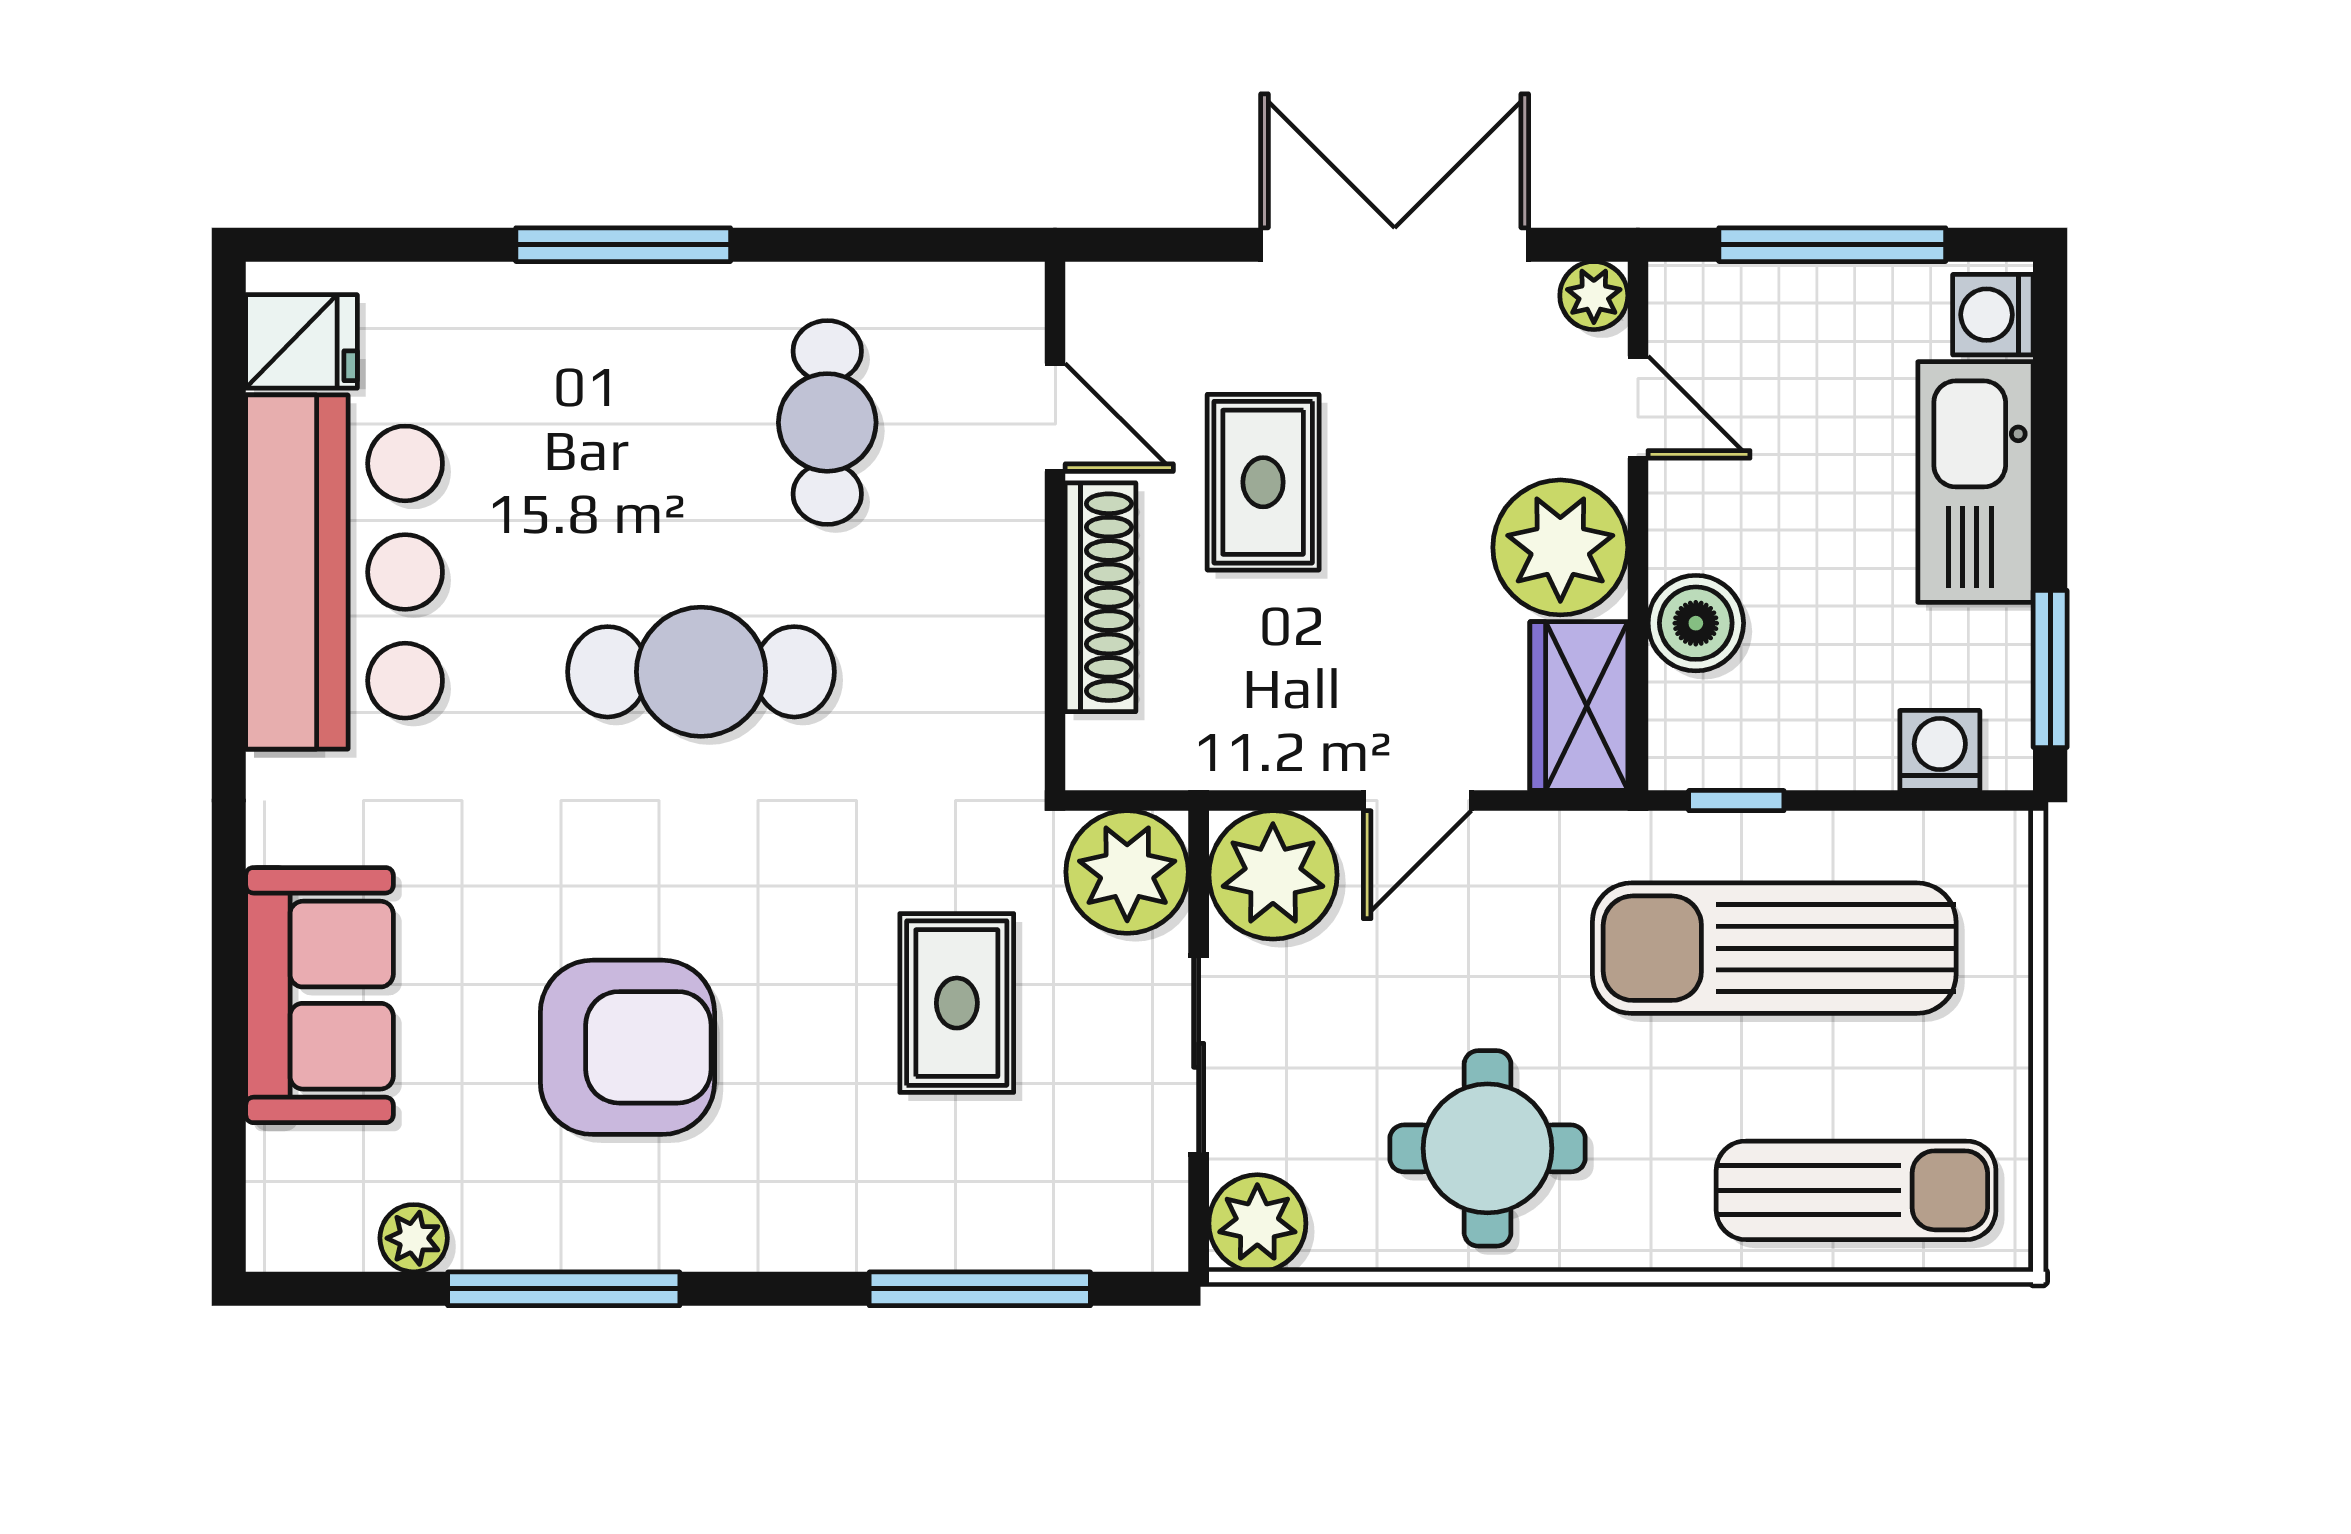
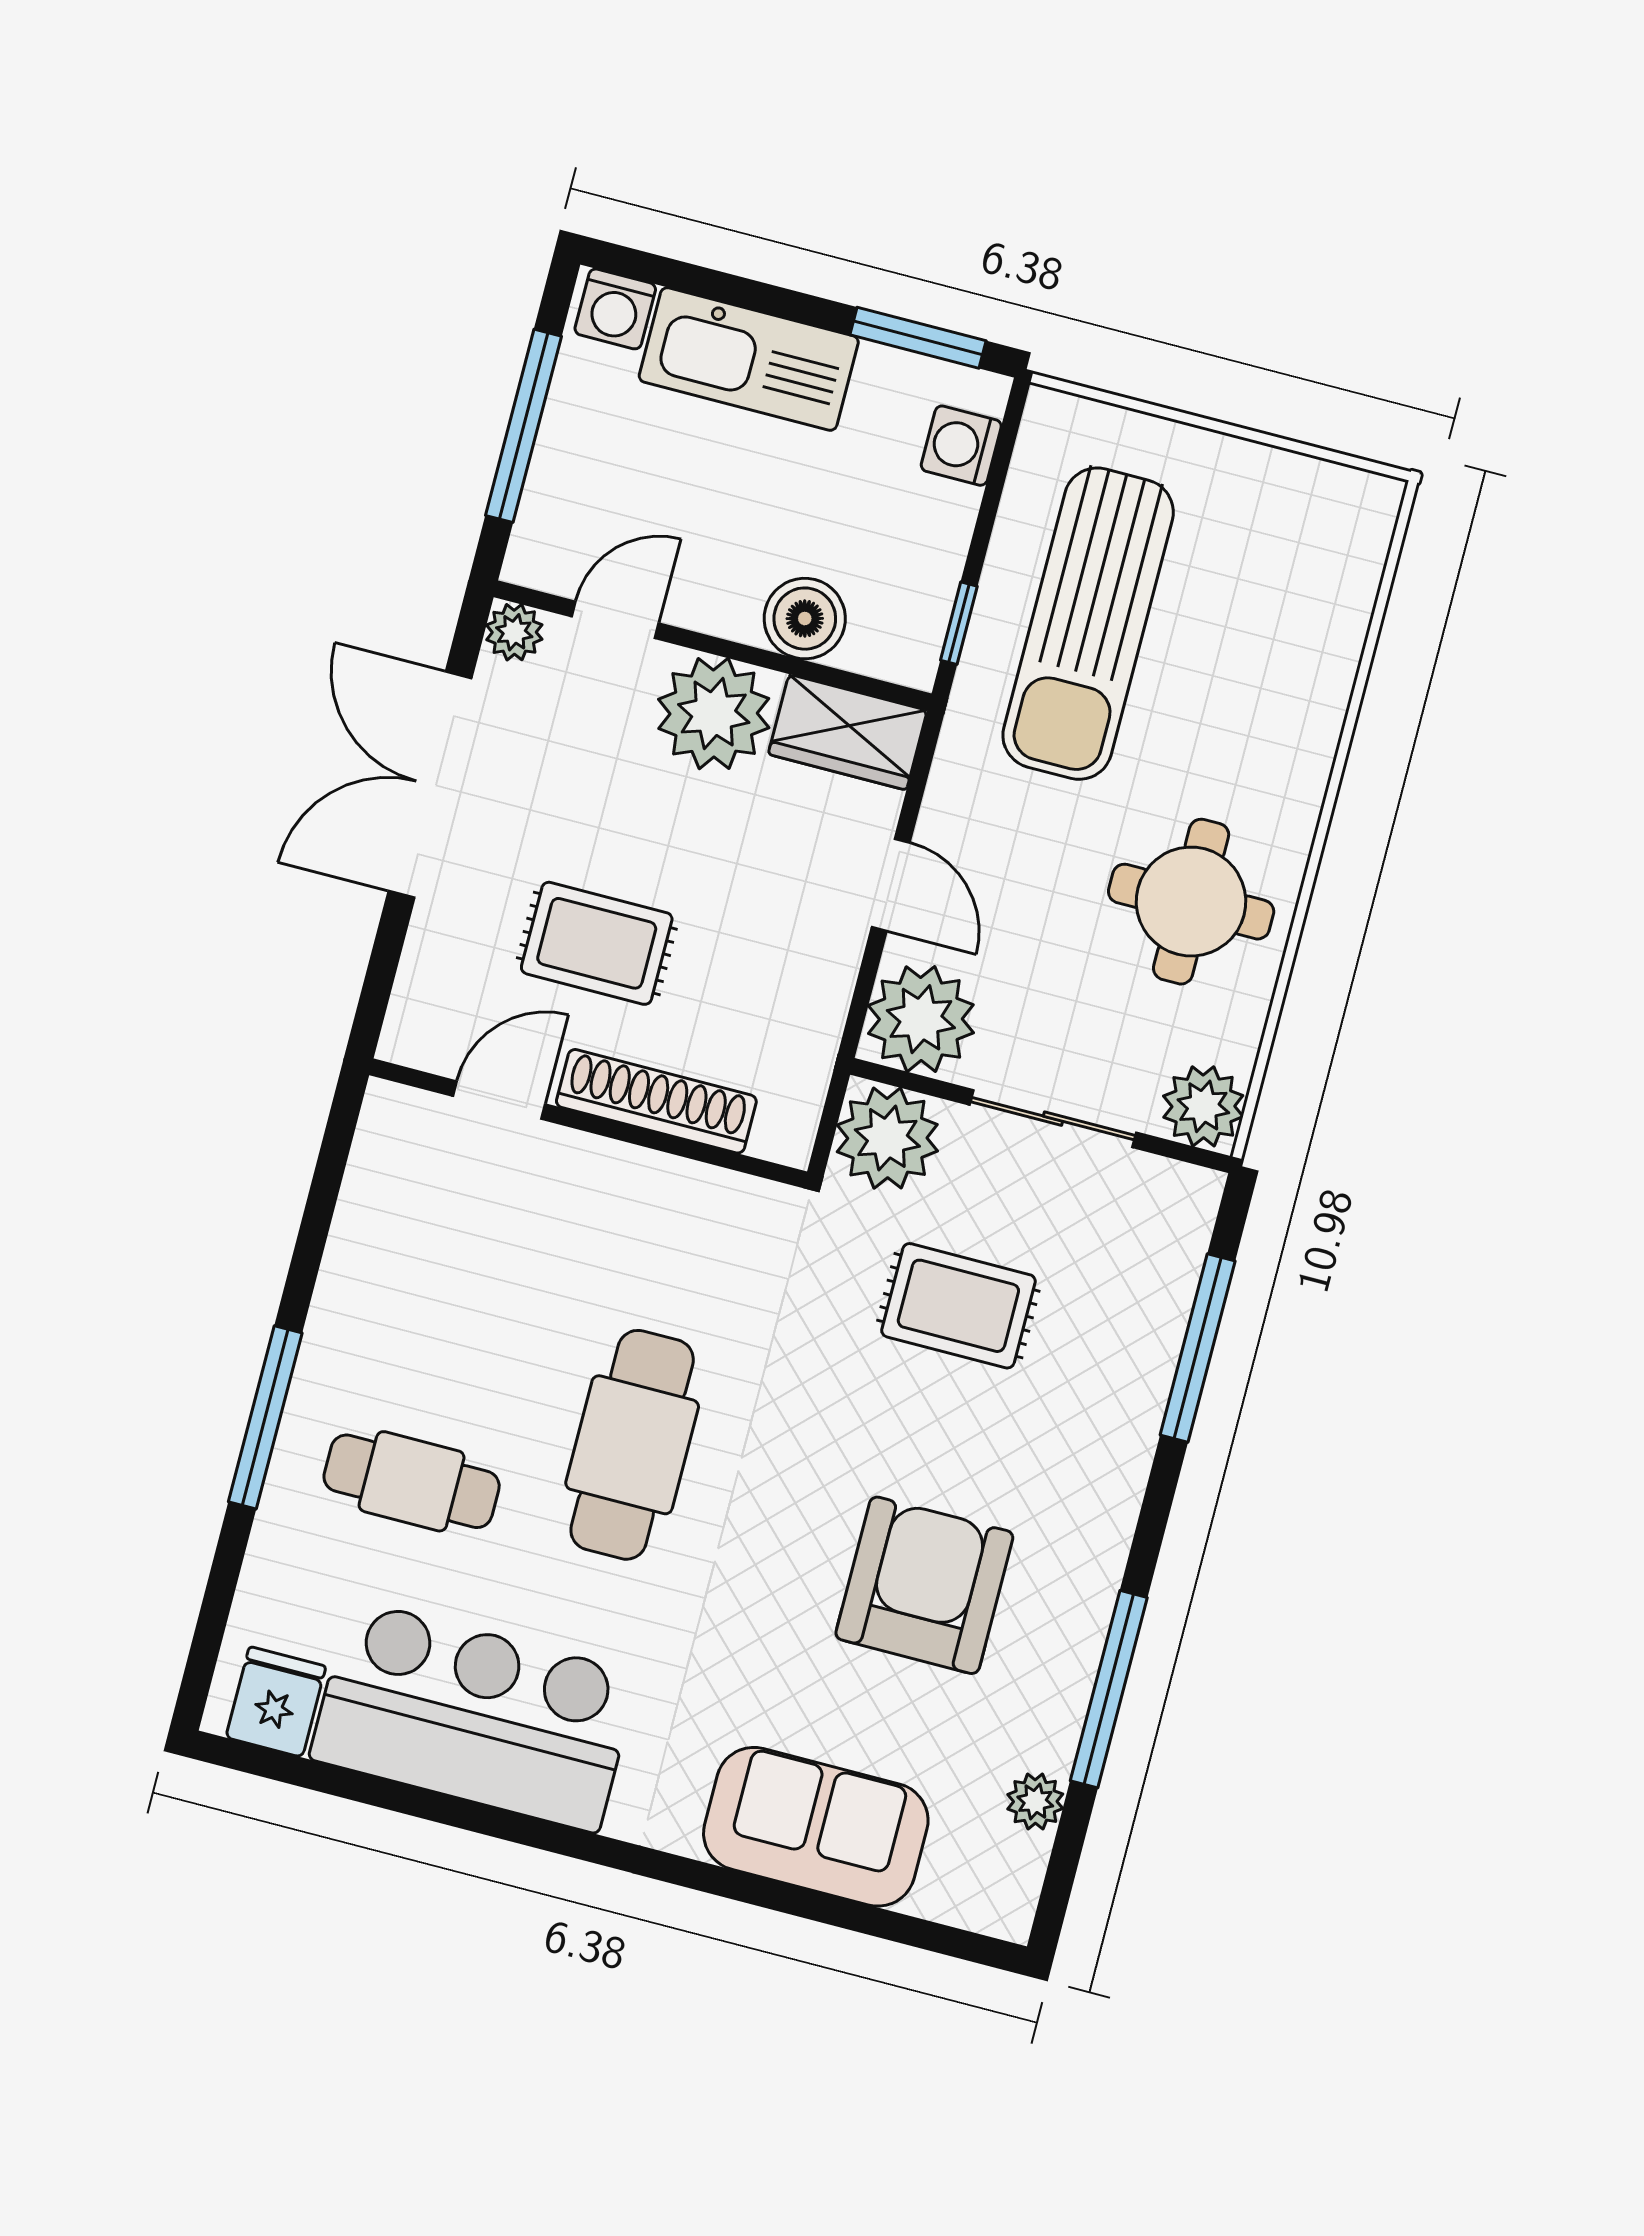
cafe table: (827, 422) -> (412, 1481), moved
sun lounger: (1856, 1190) -> (1304, 608), removed

